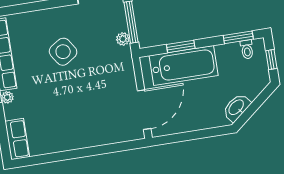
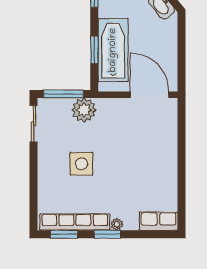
plant: (123, 39) -> (84, 110), width x1.87, depth x1.87
side table: (63, 52) -> (81, 164), turned 33

